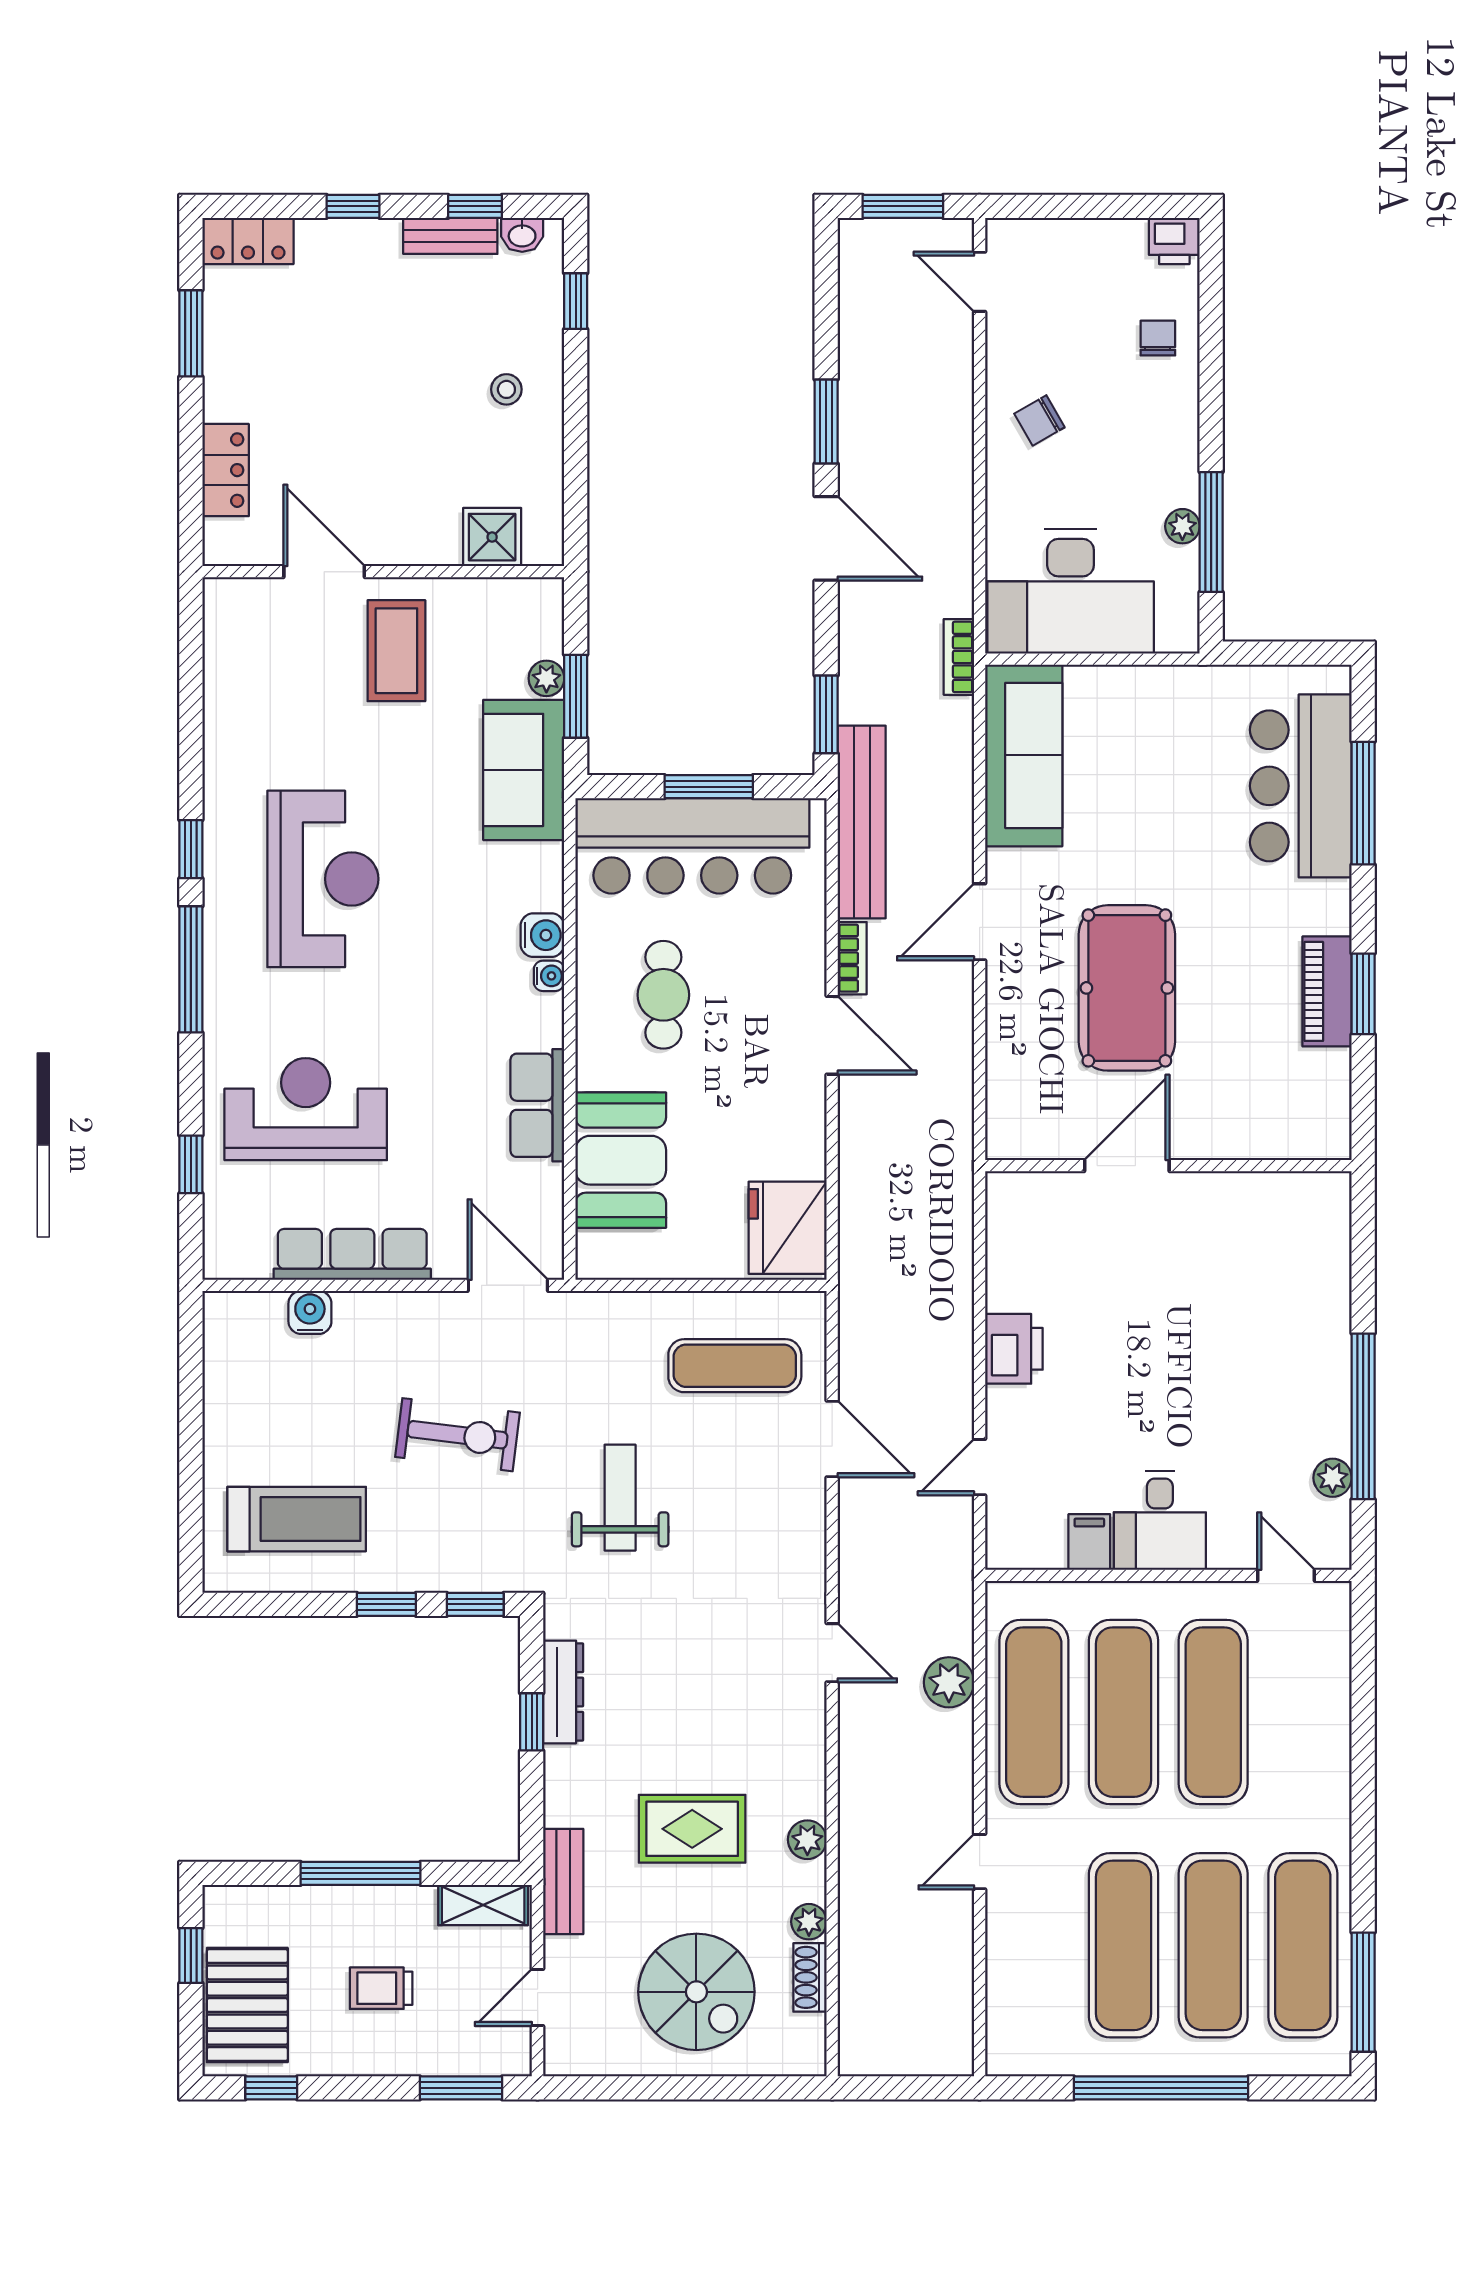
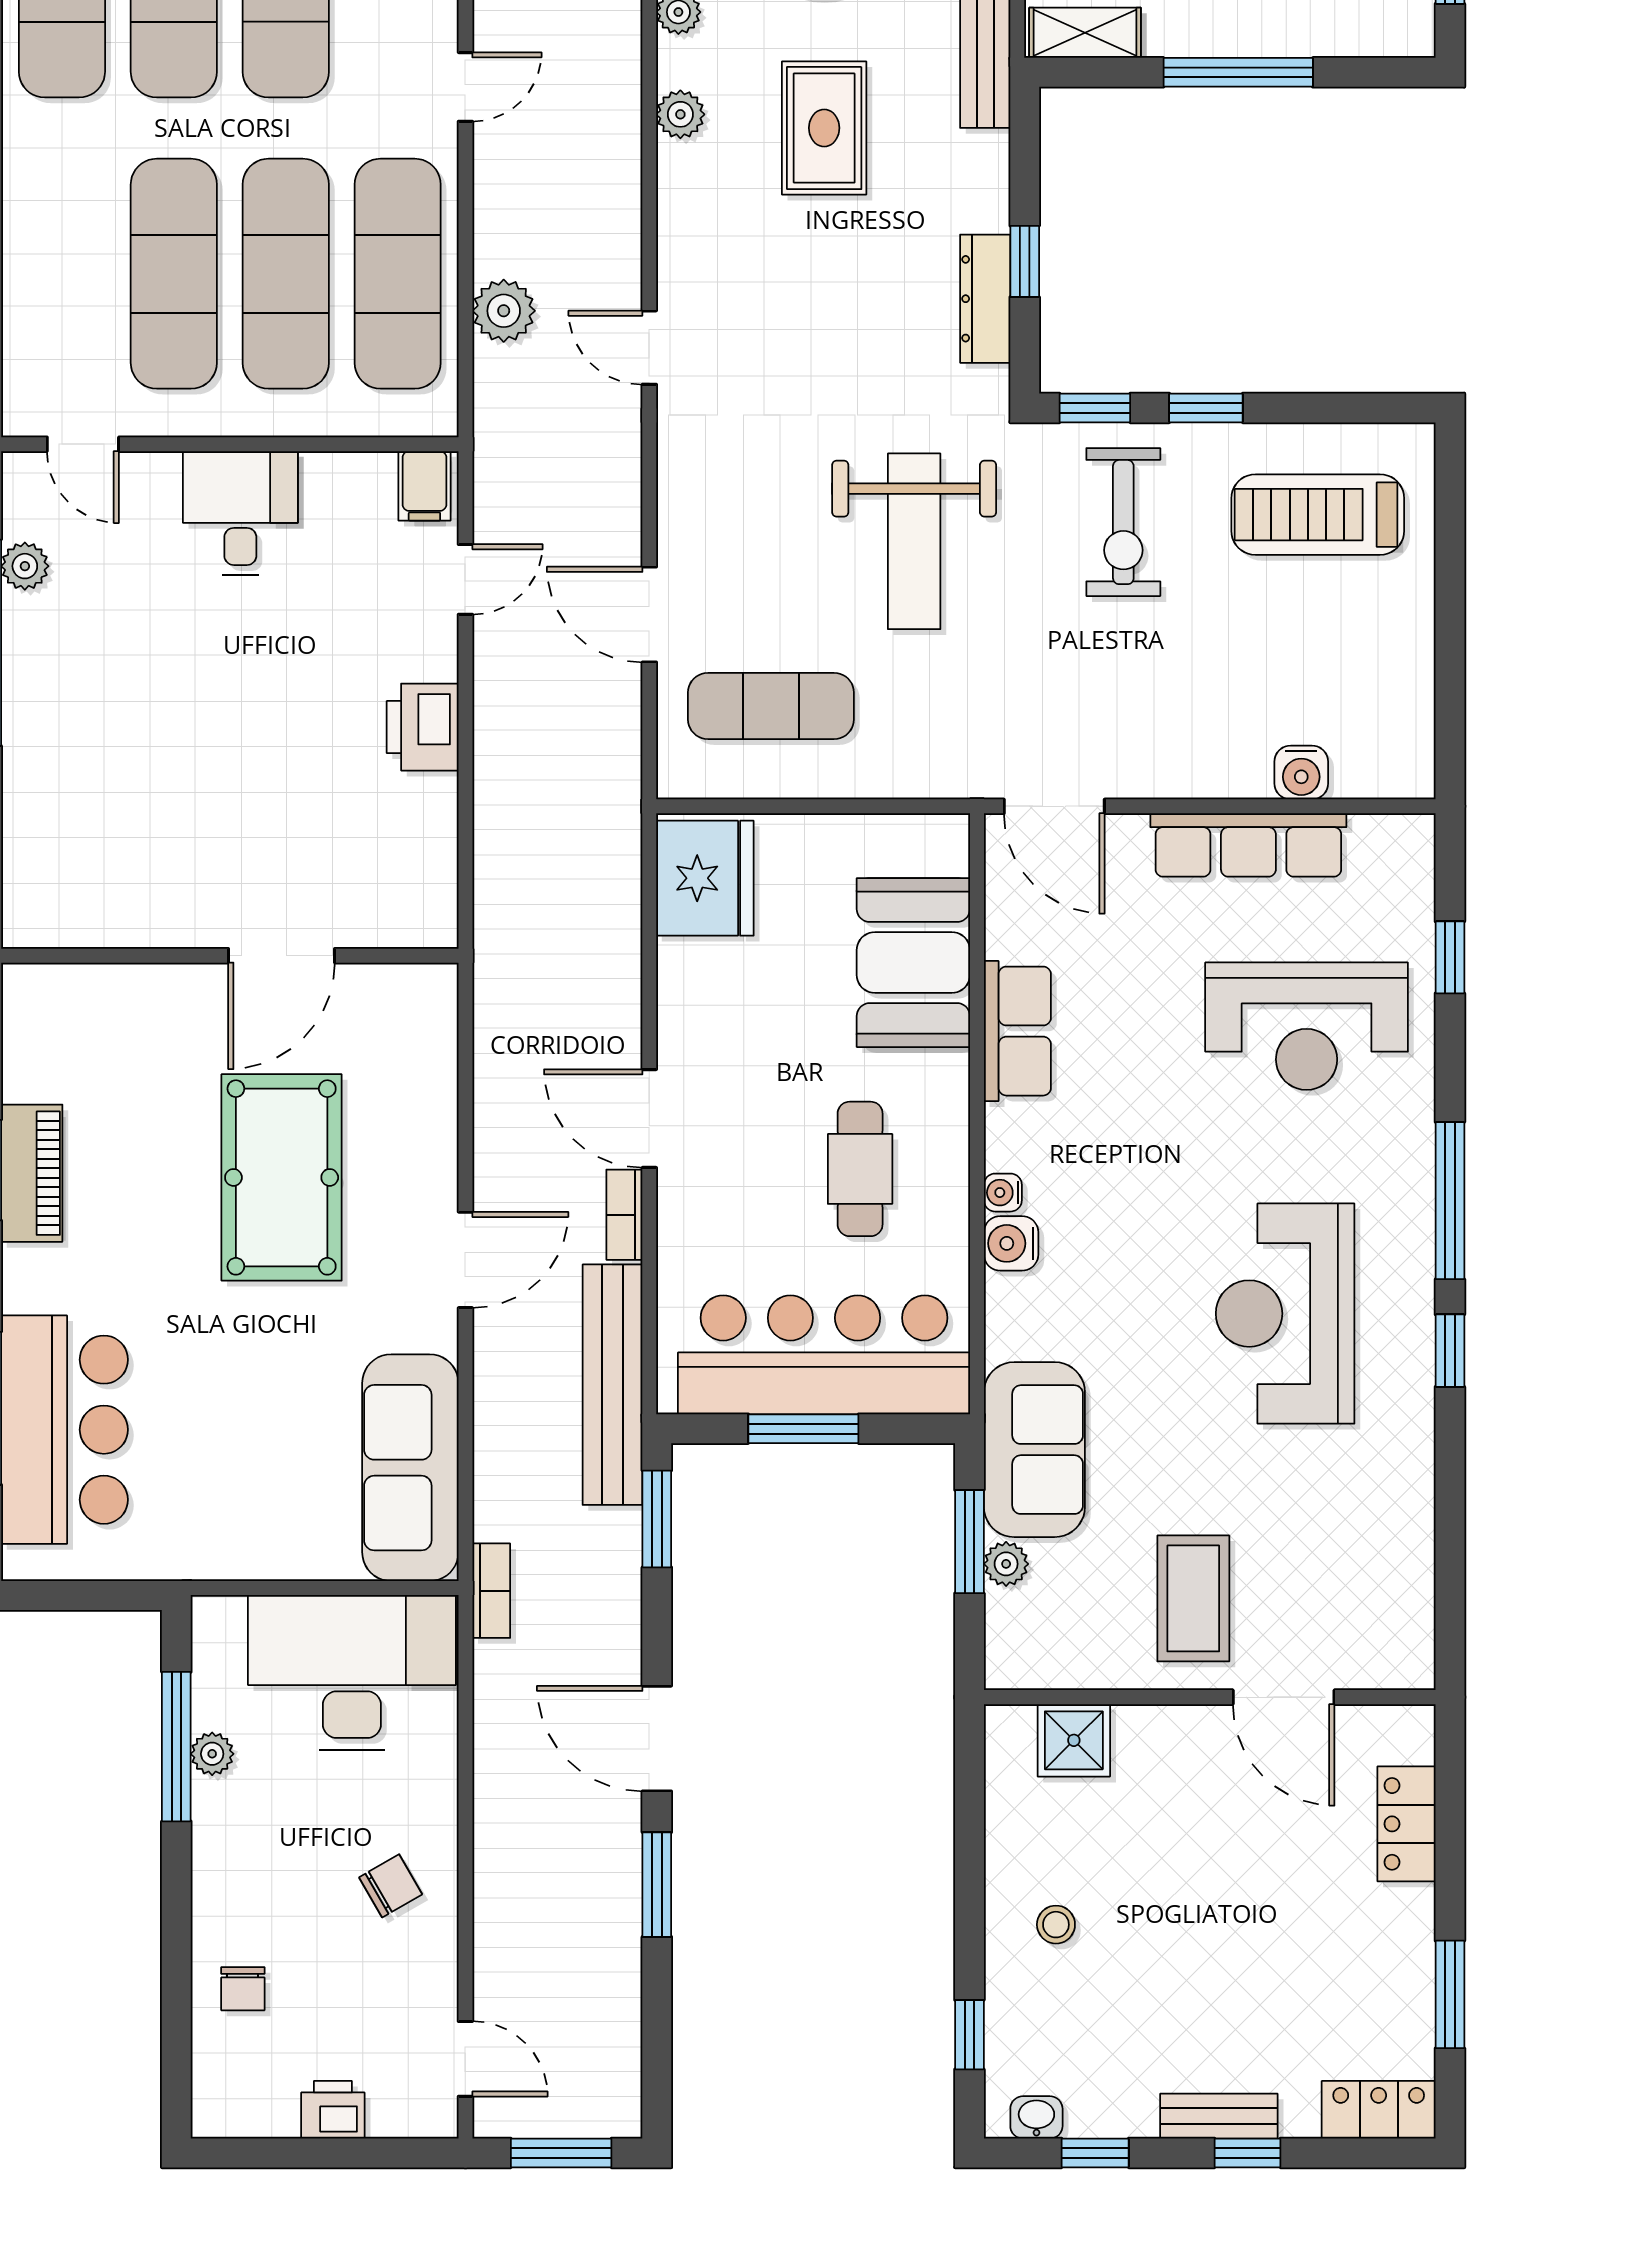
bench: (450, 236) -> (1219, 2116), moved
printer: (1174, 241) -> (333, 2110), moved
exercise bike: (457, 1435) -> (1123, 522), moved, turned -97
weight bench: (620, 1498) -> (914, 541), width x1.36, depth x1.33
filing cabinet: (1089, 1542) -> (424, 486), moved
rug: (692, 1829) -> (824, 128), turned 90

